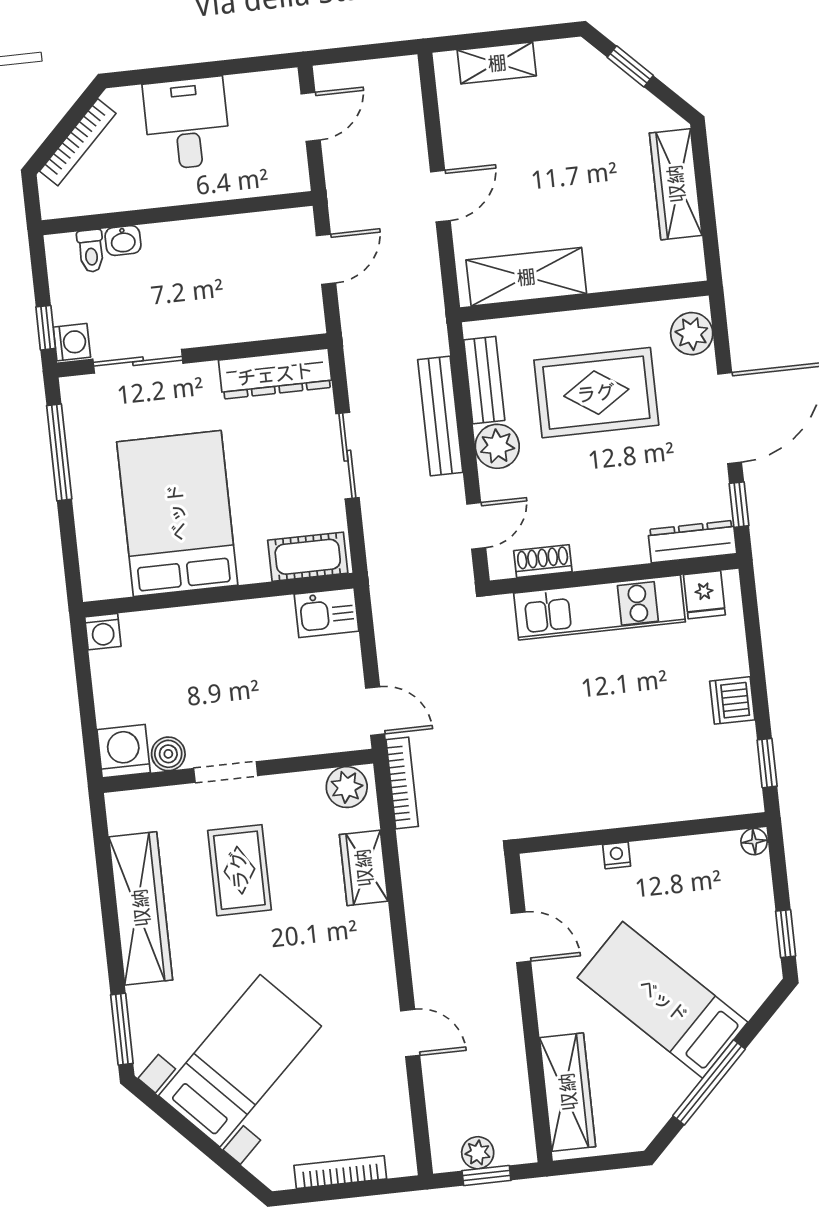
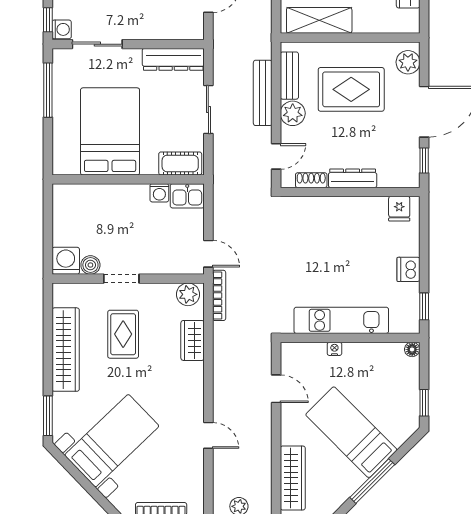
dresser: (692, 542) -> (353, 178), moved
kitchen unit: (600, 608) -> (341, 320), moved, turned 180
washing machine: (103, 632) -> (159, 193), moved

